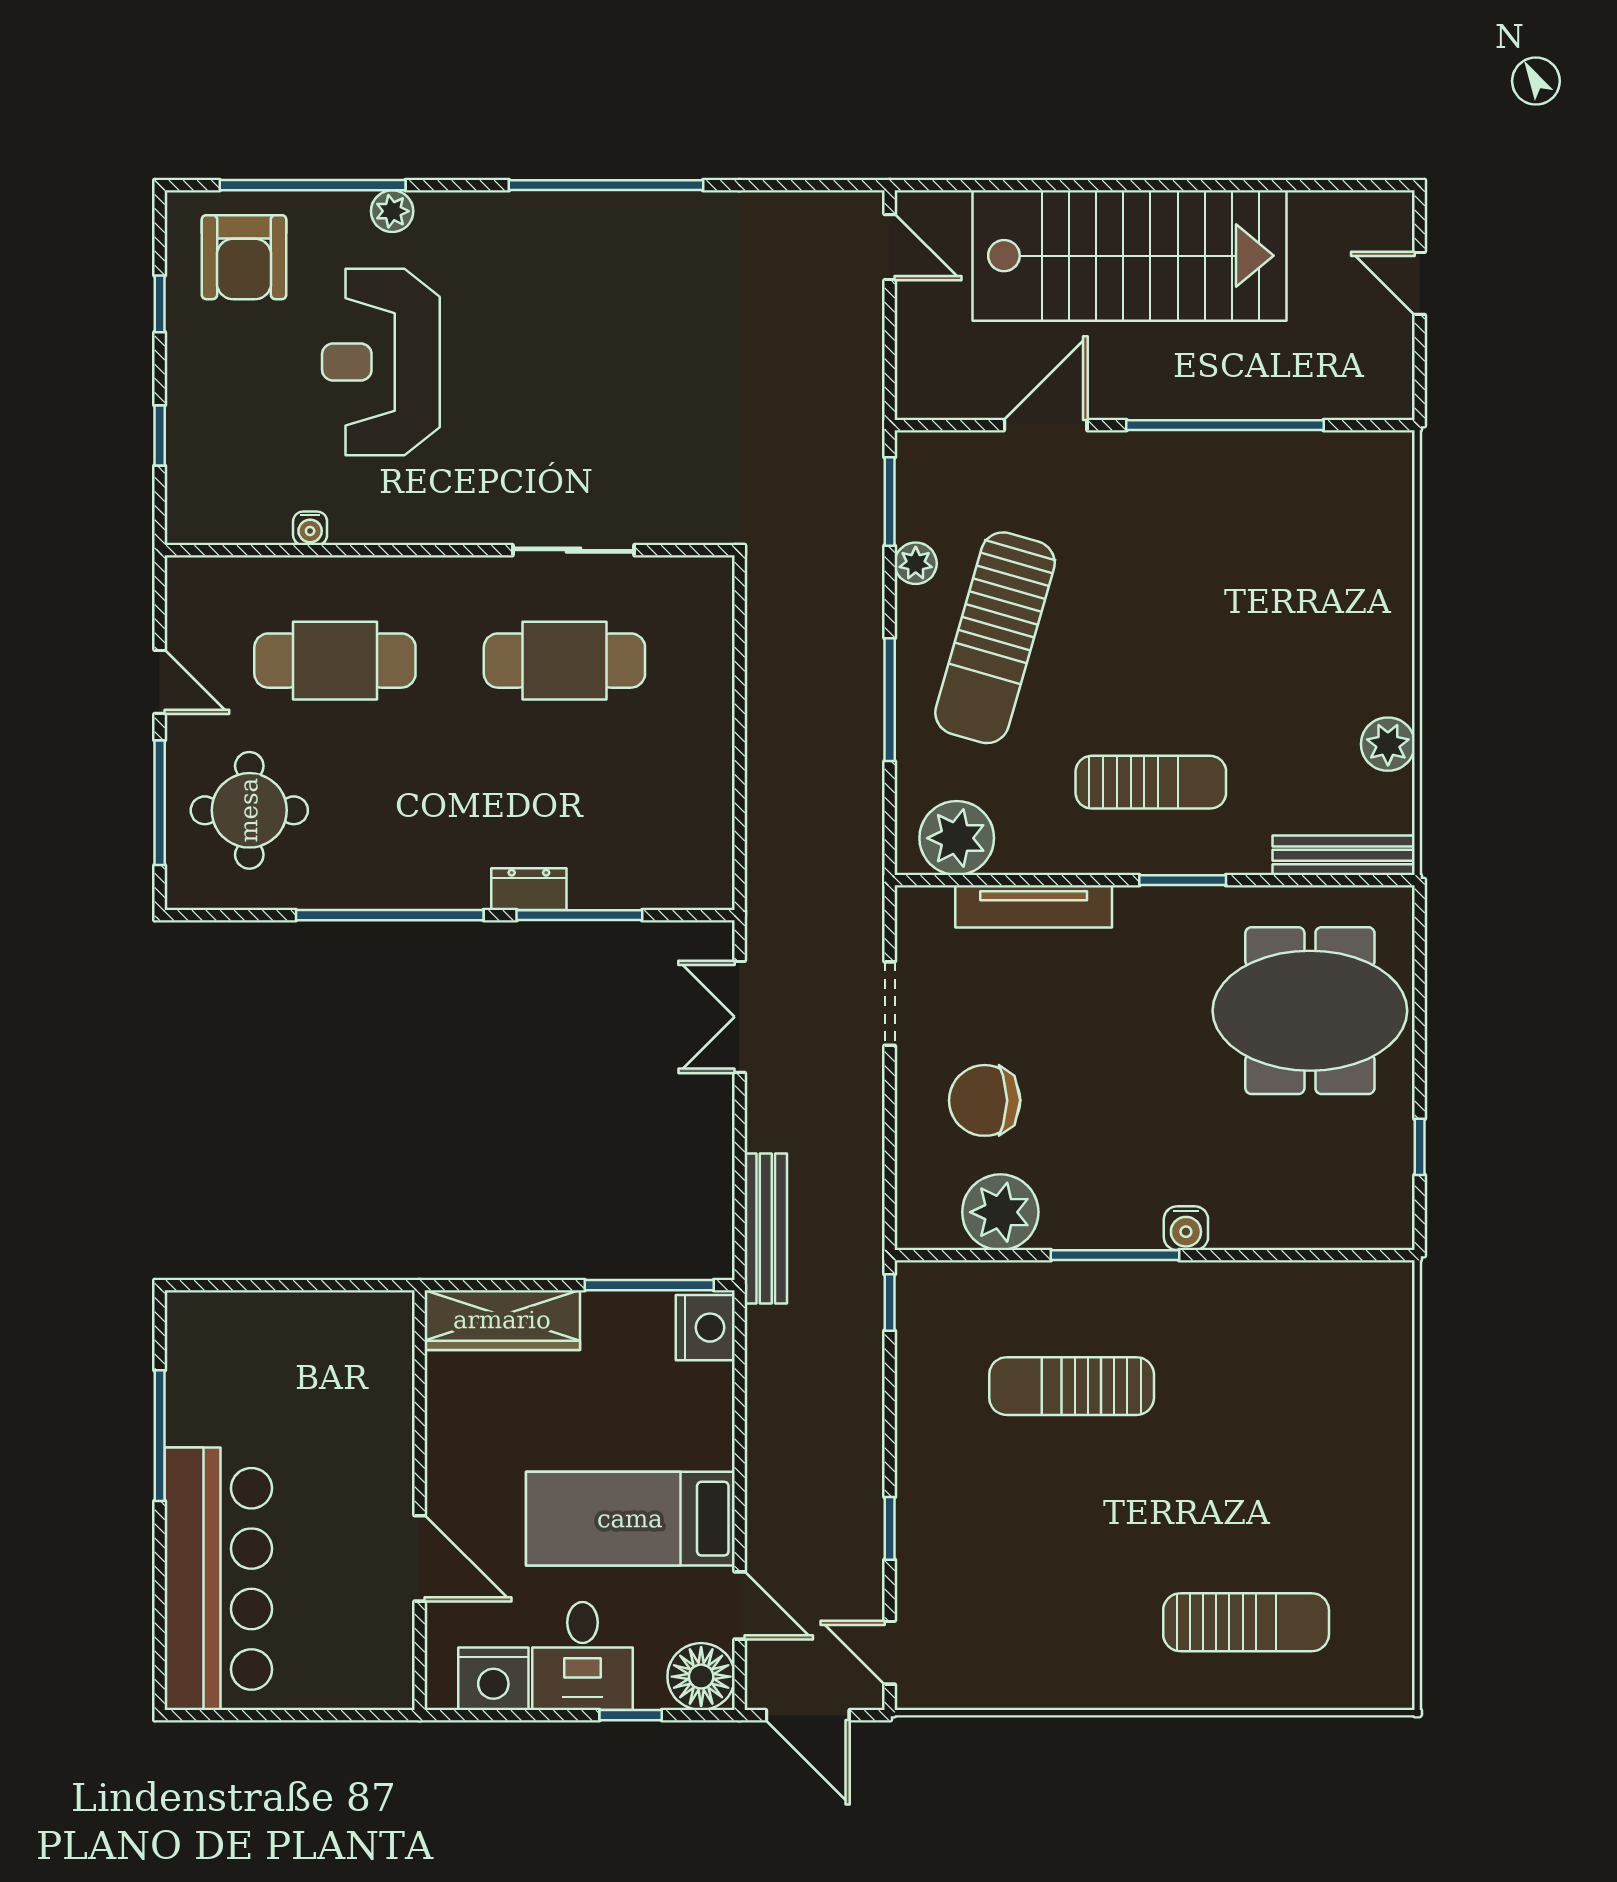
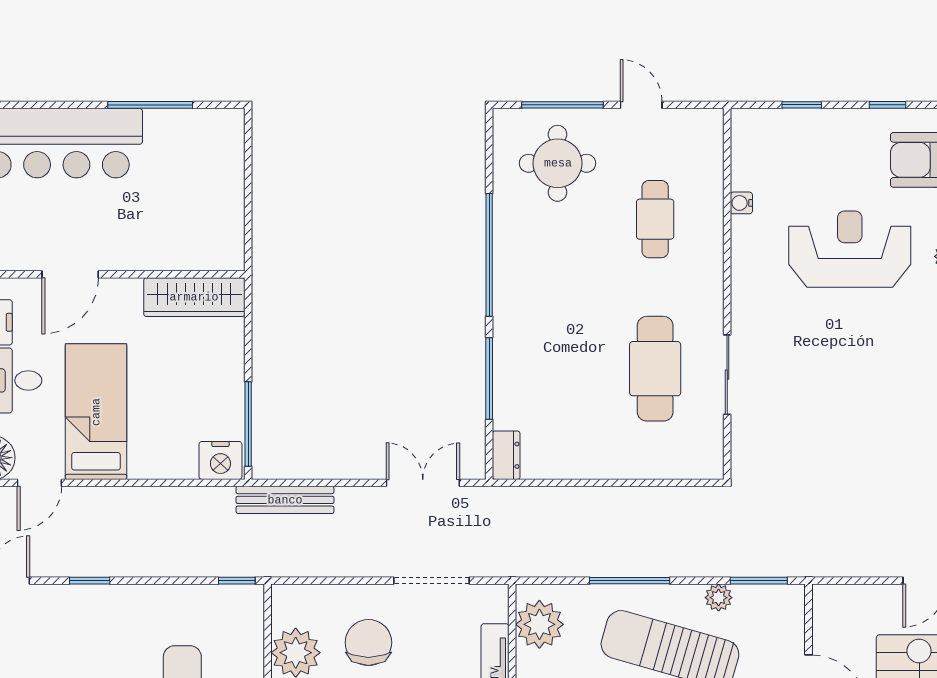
cafe table: (335, 661) -> (655, 219), width x0.73, depth x0.74
door: (160, 682) -> (641, 105), swing flipped
dresser: (529, 889) -> (506, 455), moved
doorway: (890, 1004) -> (432, 581), width x1.38
wardrobe: (502, 1320) -> (194, 297), moved, turned -90

